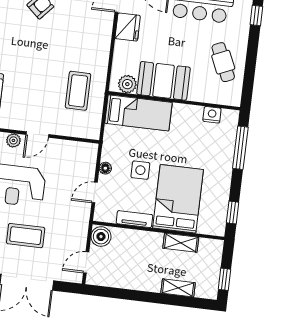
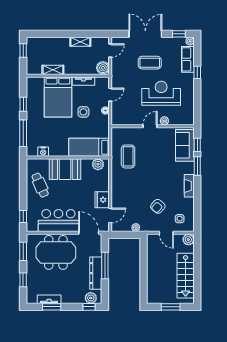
booth: (164, 81) -> (65, 169), moved
window: (233, 212) -> (23, 104), moved
shelving: (178, 288) -> (80, 42), moved

